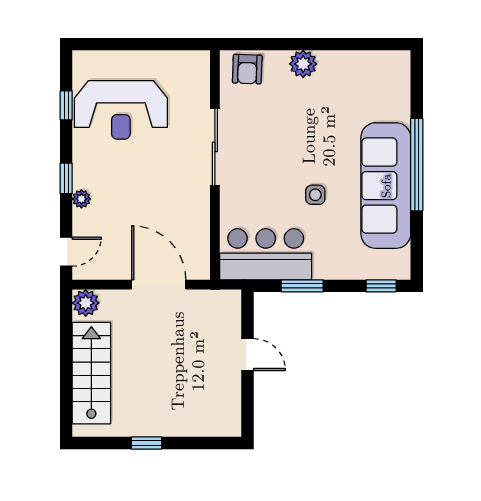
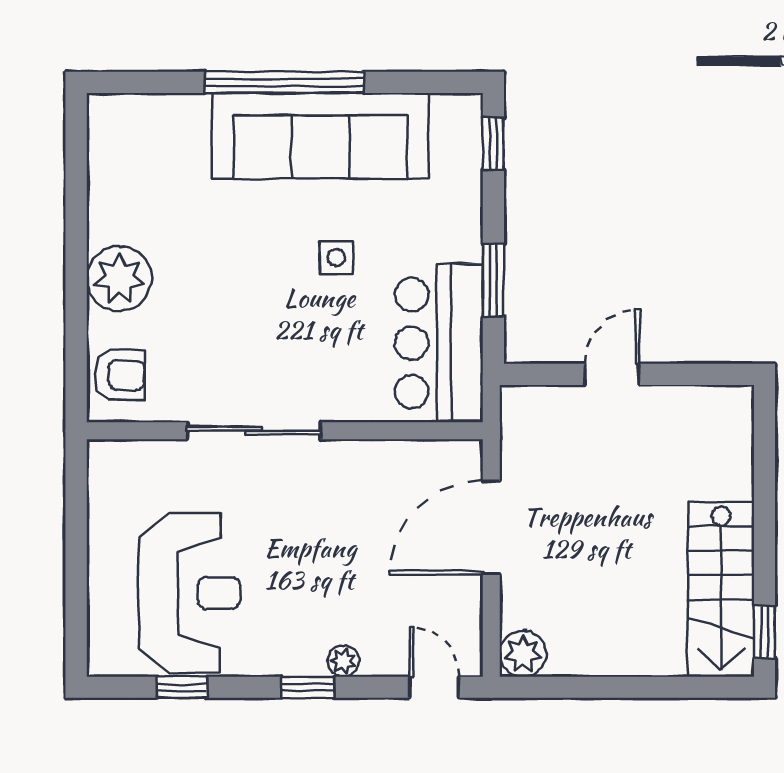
plant: (303, 64) -> (119, 279), width x1.36, depth x1.36
stairs: (91, 373) -> (721, 589), moved, turned -90
window: (146, 443) -> (765, 632), moved

